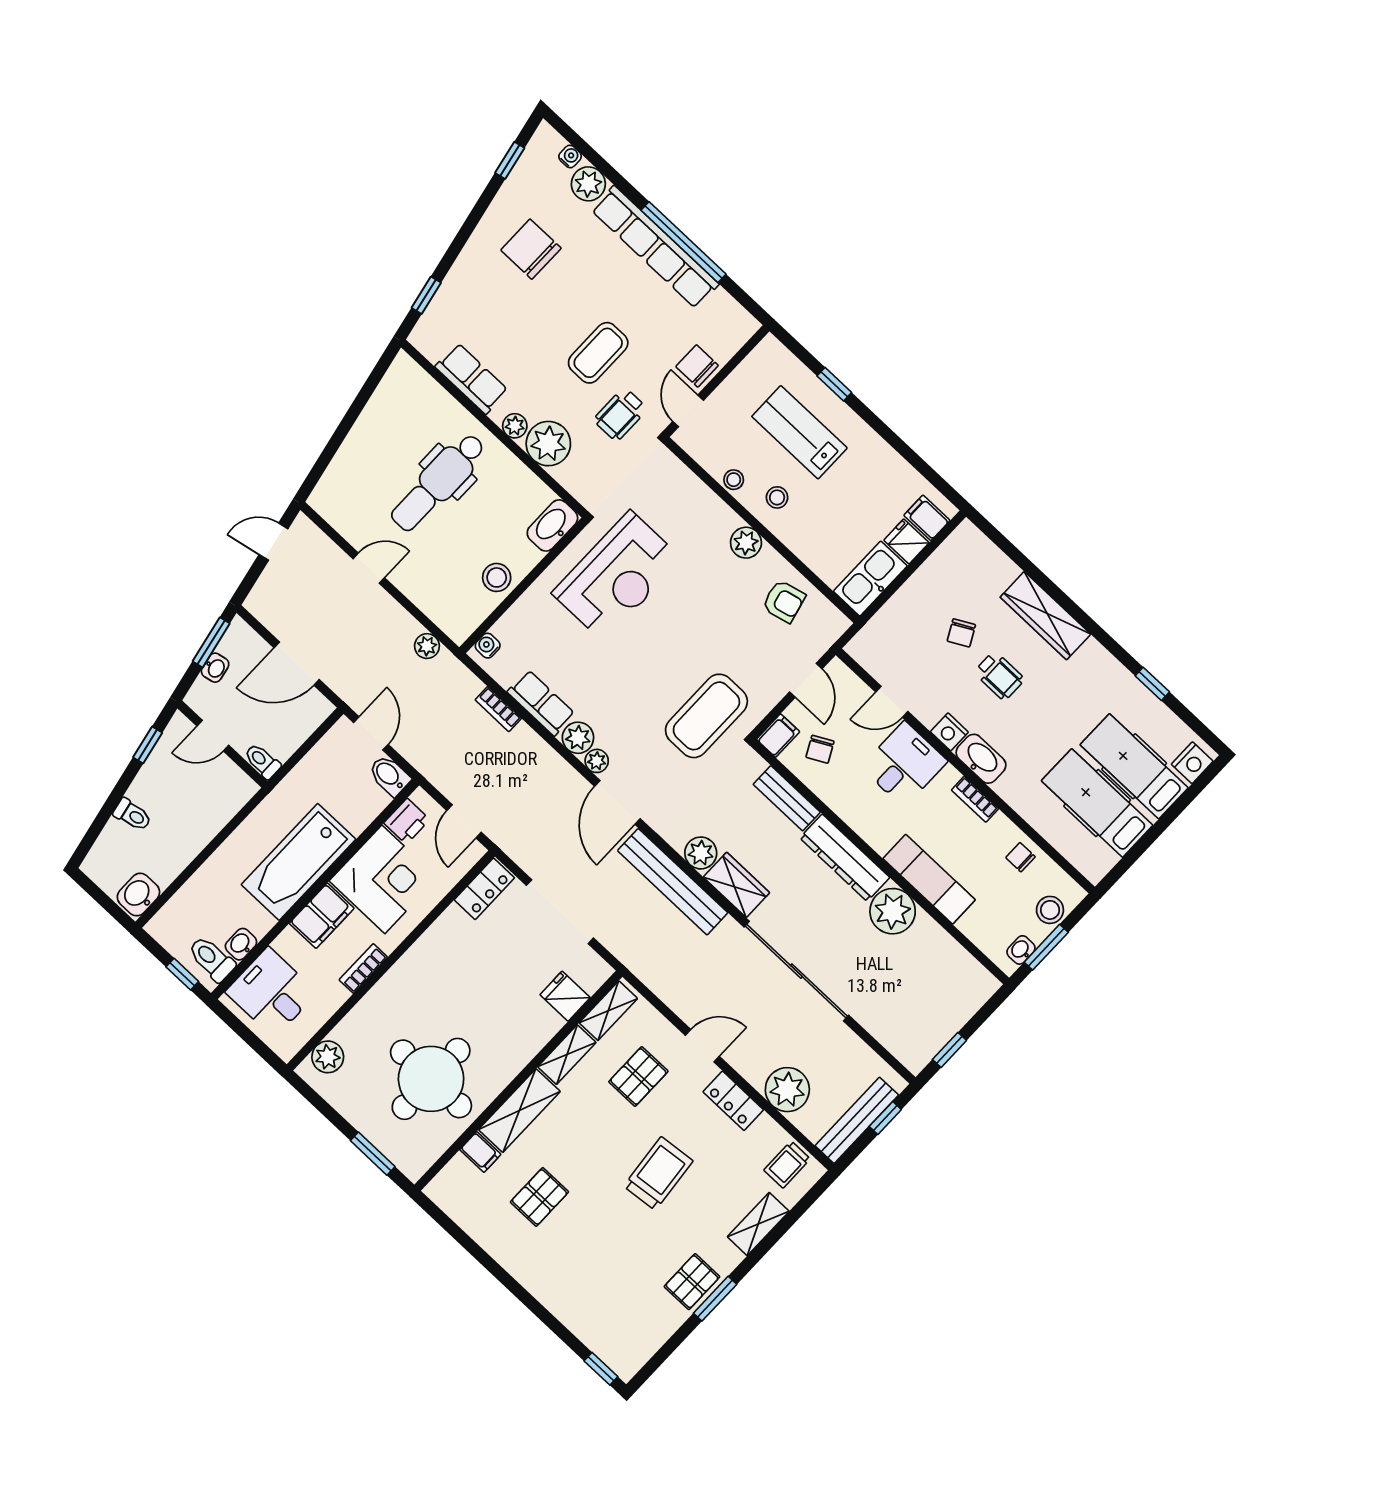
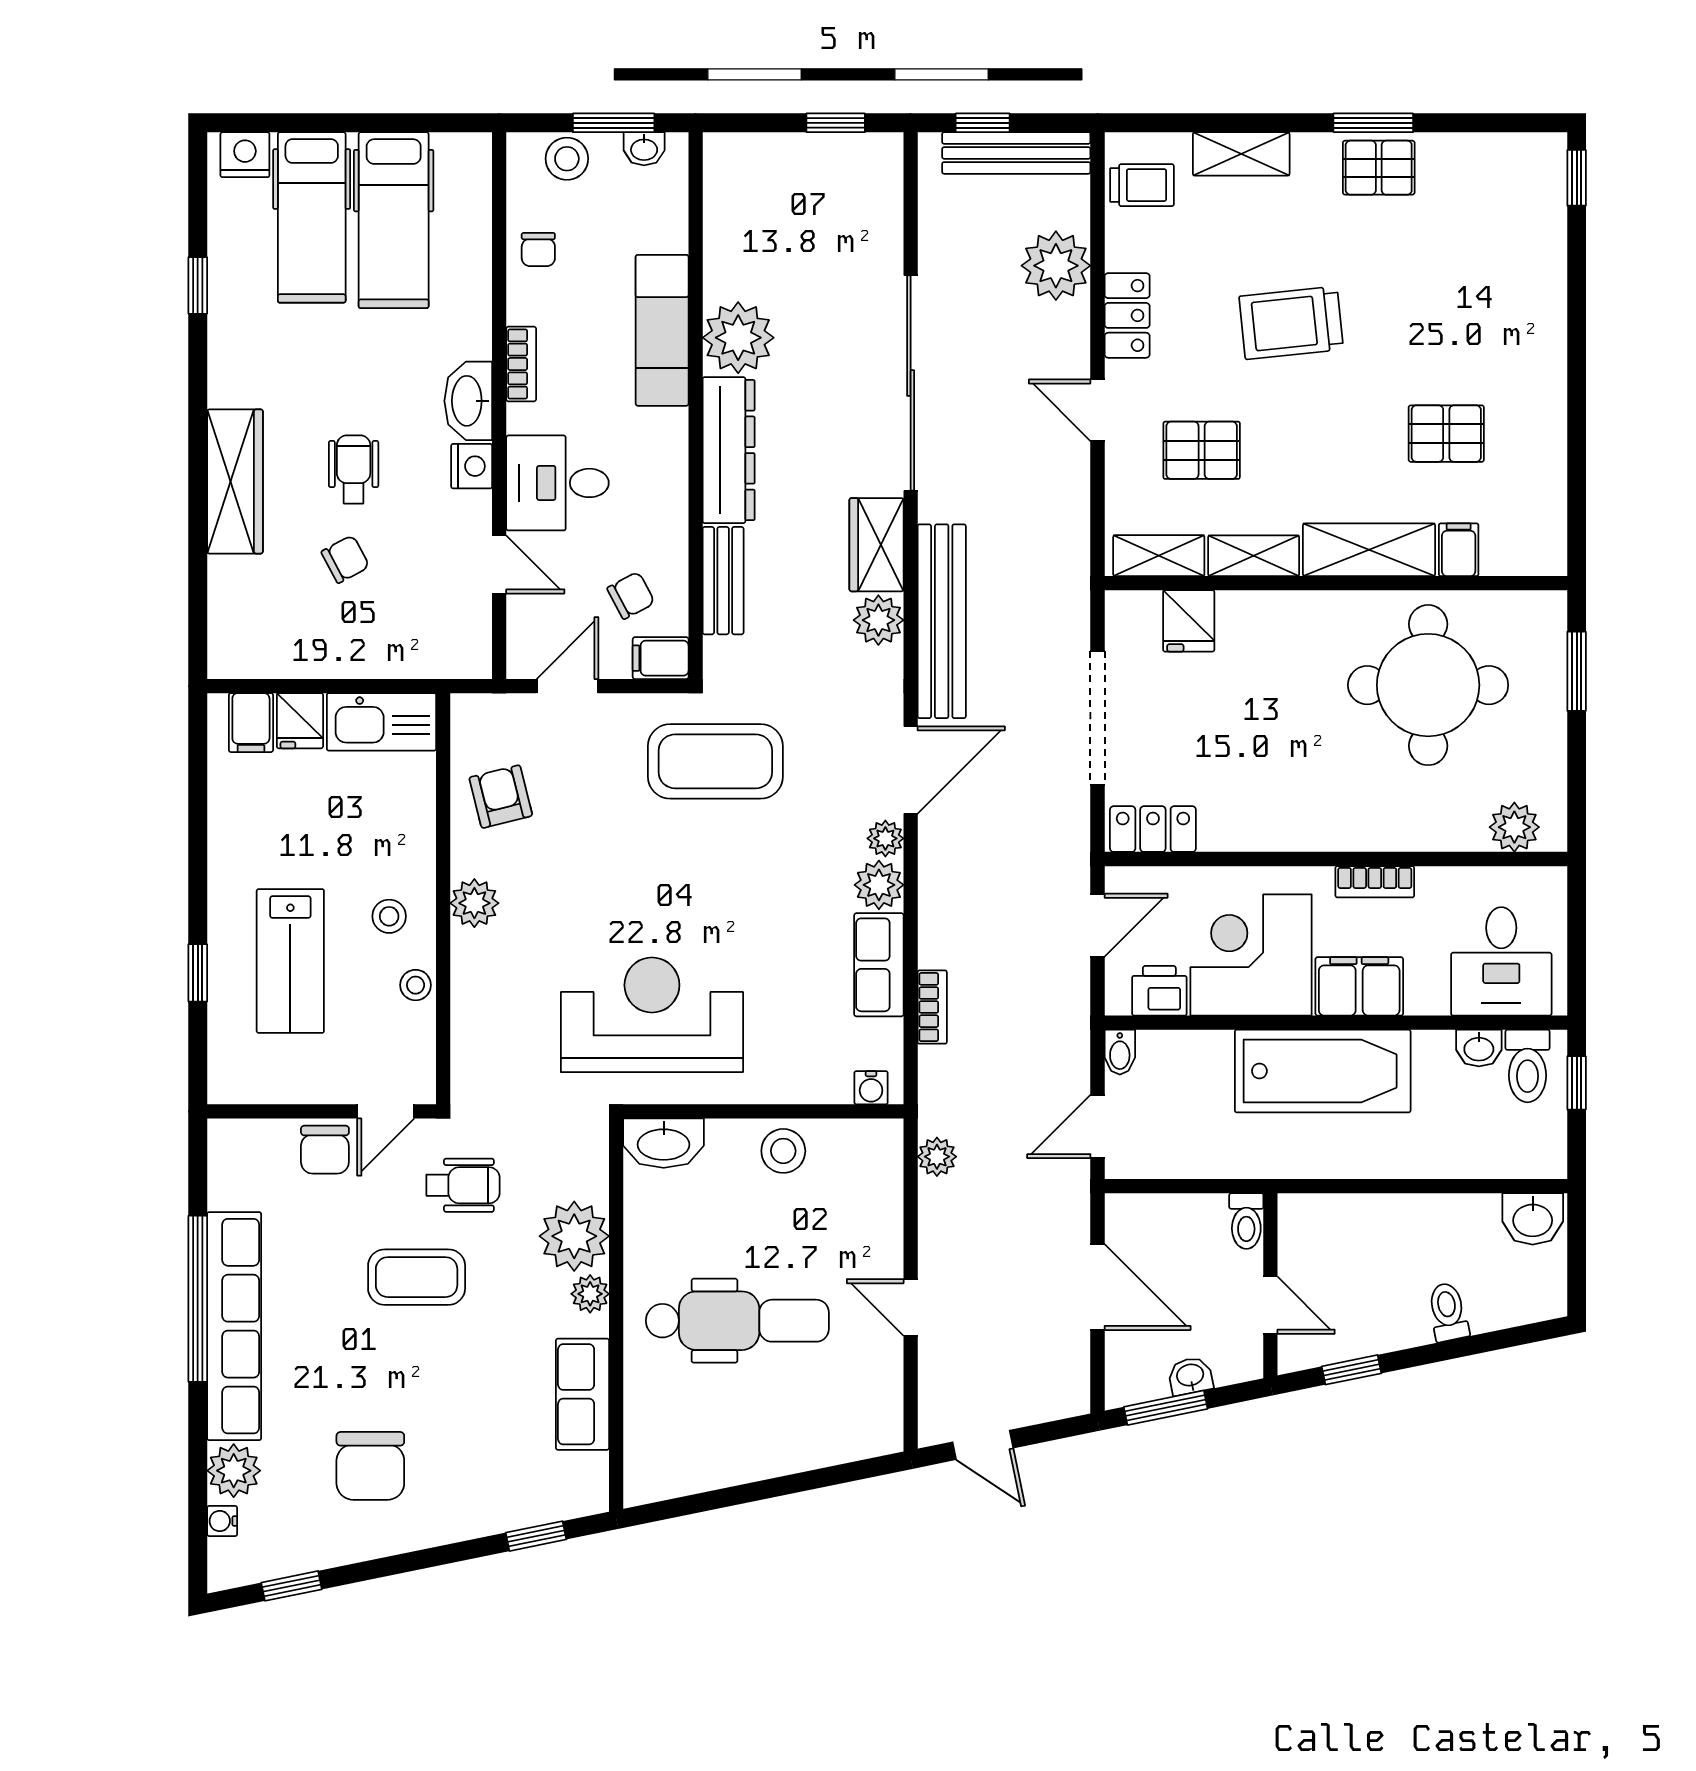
bidet: (389, 775) -> (1120, 1052), width x0.72, depth x0.74

